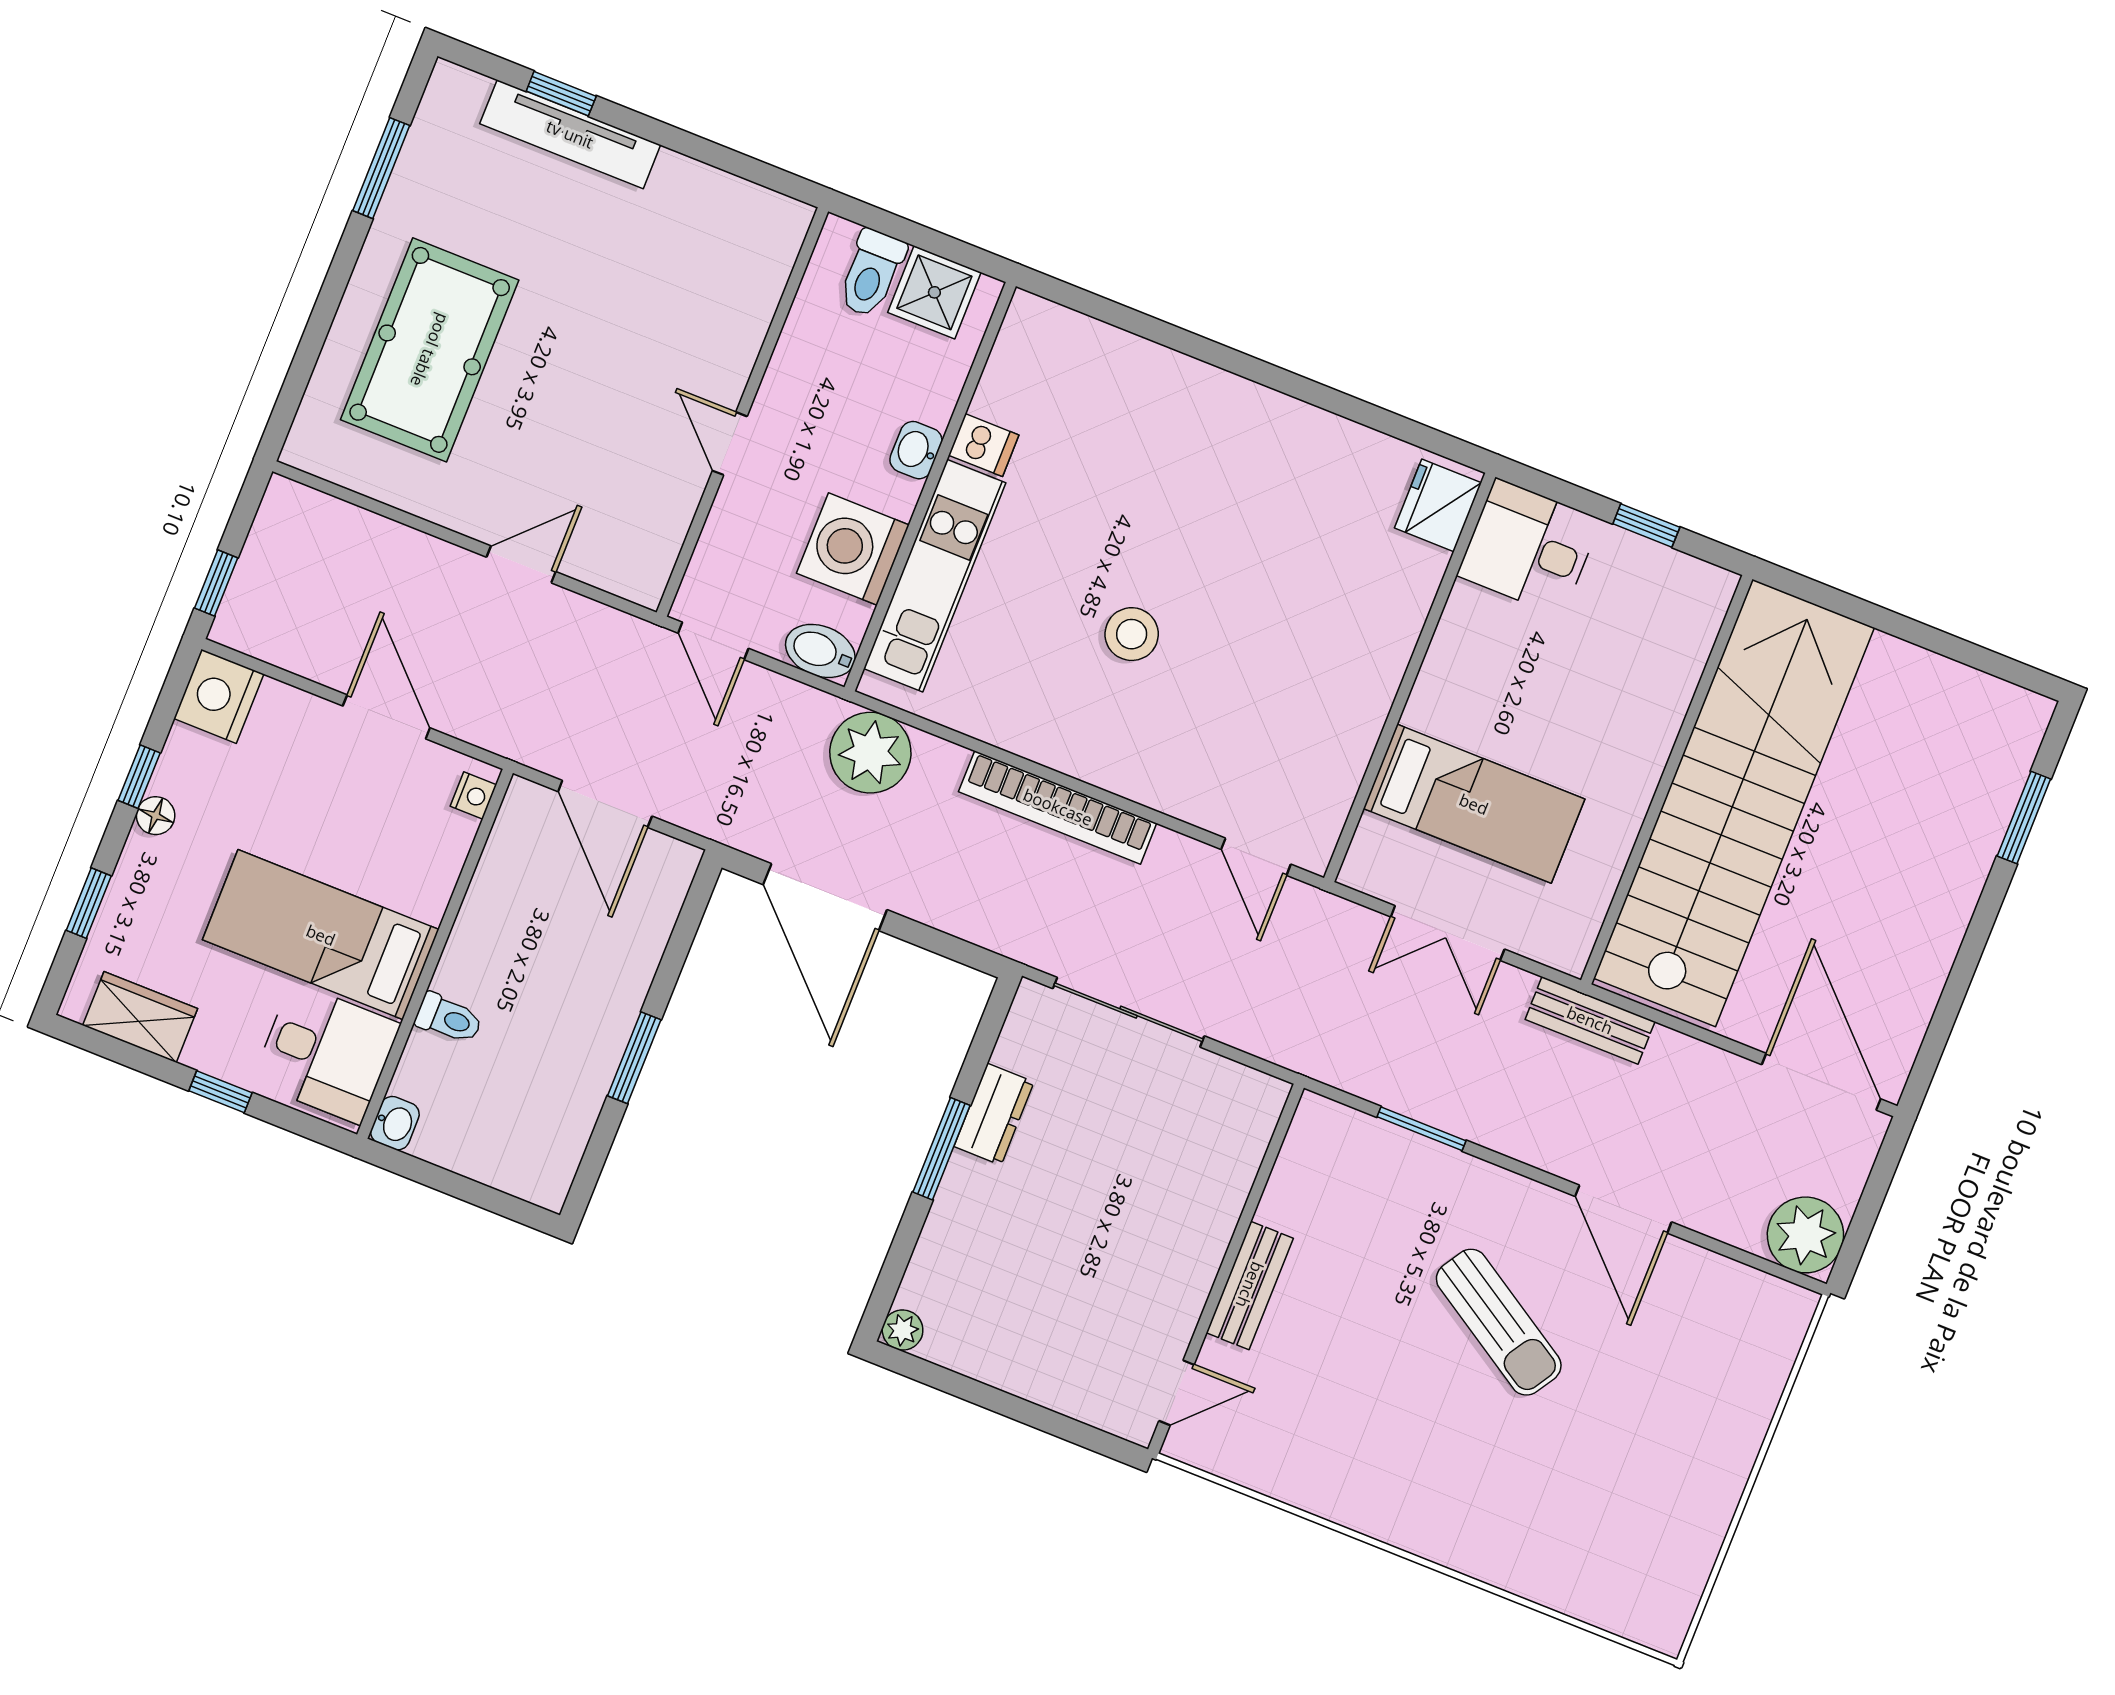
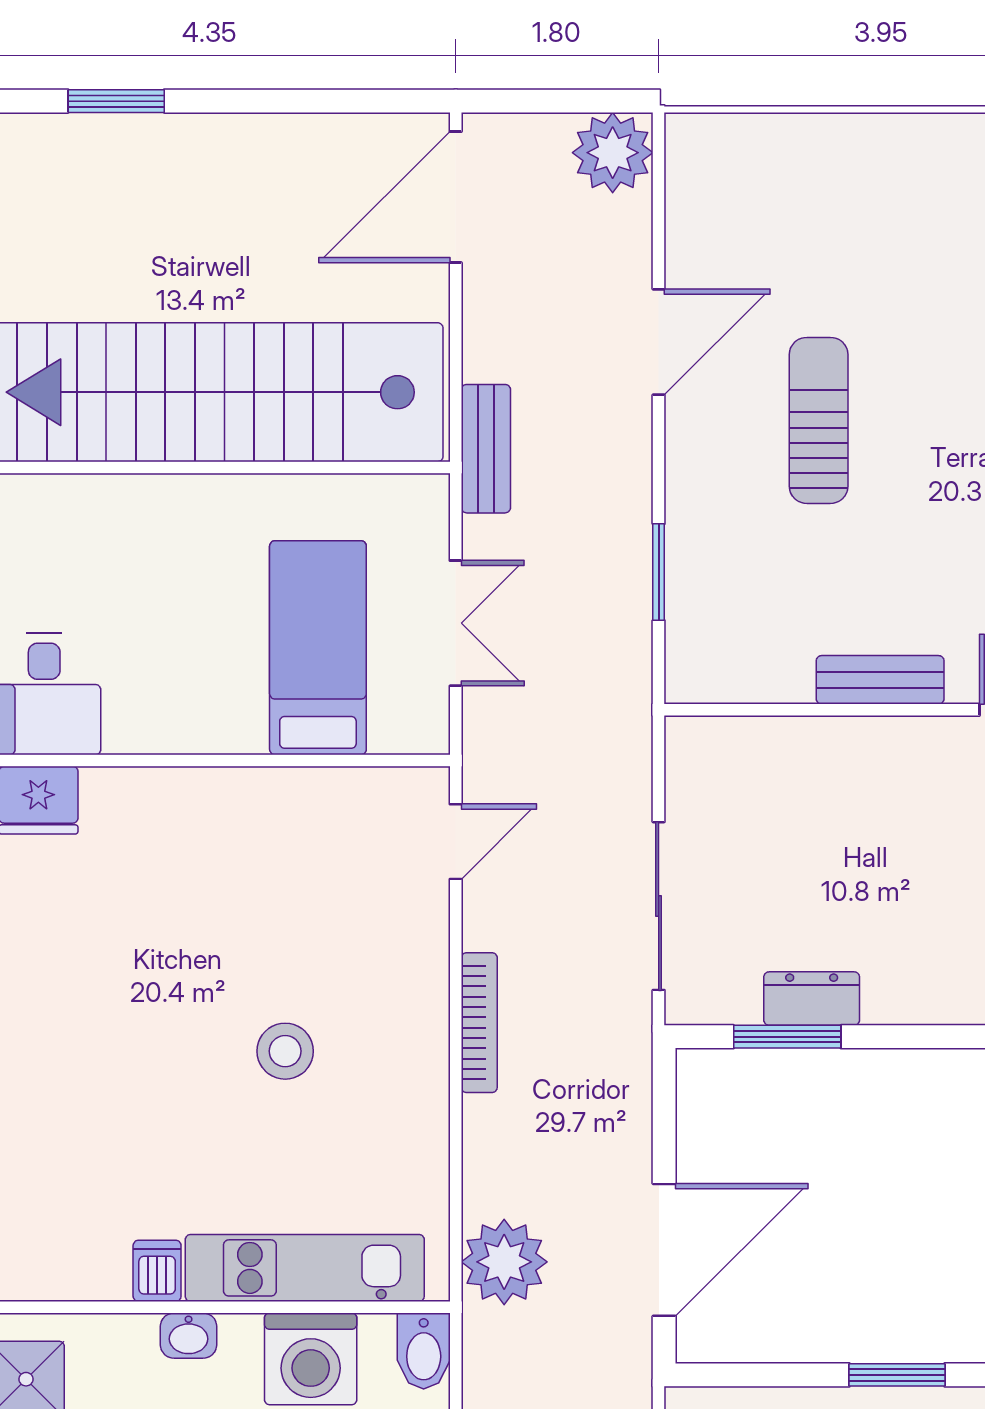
bookcase: (1058, 807) -> (479, 1023), width x0.68, depth x0.76
window: (942, 1149) -> (787, 1037), moved
sun lounger: (1499, 1322) -> (819, 420), turned -32

